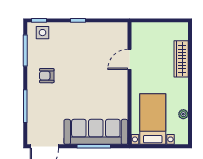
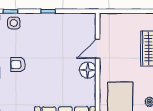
floor lamp: (119, 81) -> (88, 70), added

